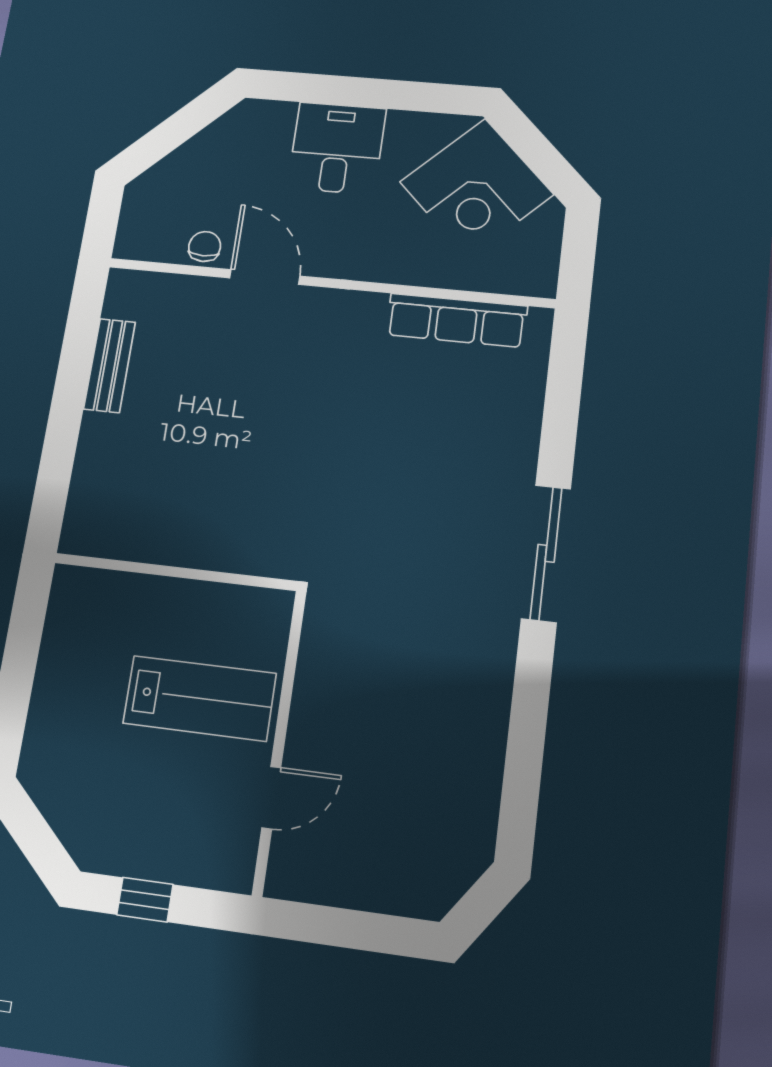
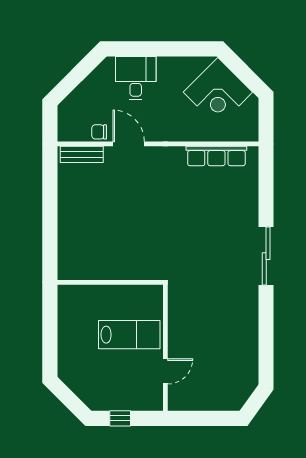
desk: (337, 148) -> (136, 78), moved
chair: (205, 246) -> (99, 132), turned -90
bench: (110, 365) -> (82, 154), moved, turned 90

